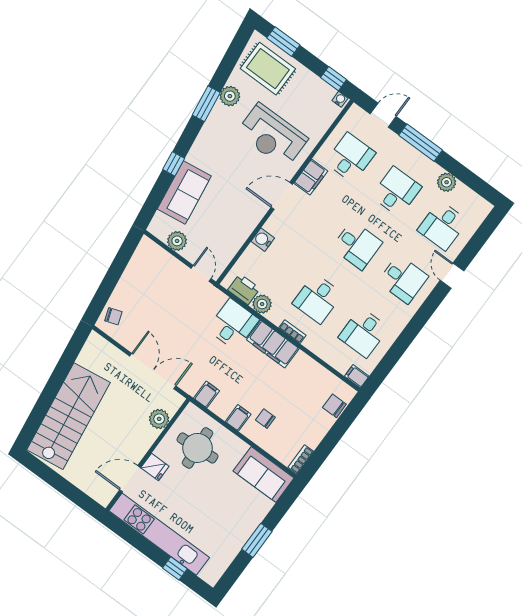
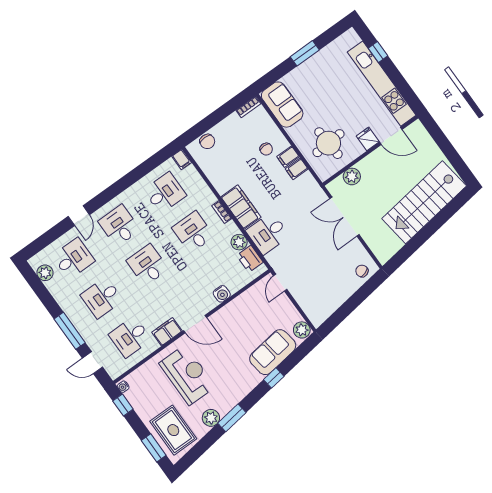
plant: (447, 182) -> (45, 273), moved
plant: (177, 241) -> (302, 330), moved
desk: (317, 299) -> (193, 232), turned -90
filing cabinet: (206, 395) -> (297, 169), moved

